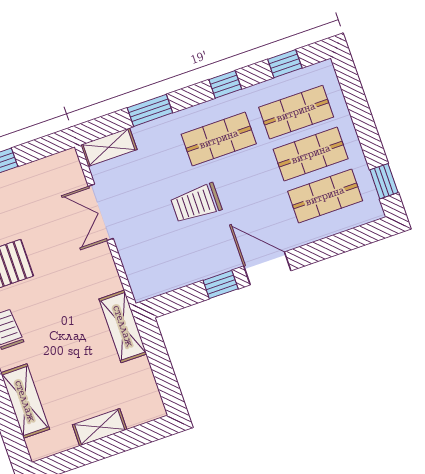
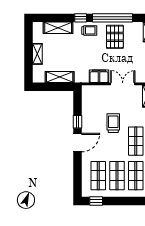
filing cabinet: (102, 271) -> (99, 76), added
shelving: (123, 326) -> (60, 77), moved

